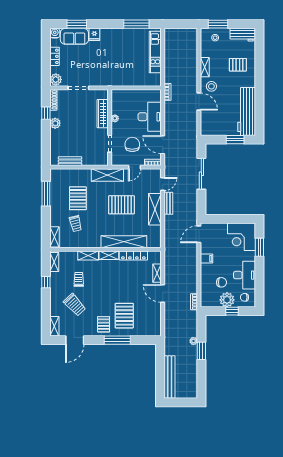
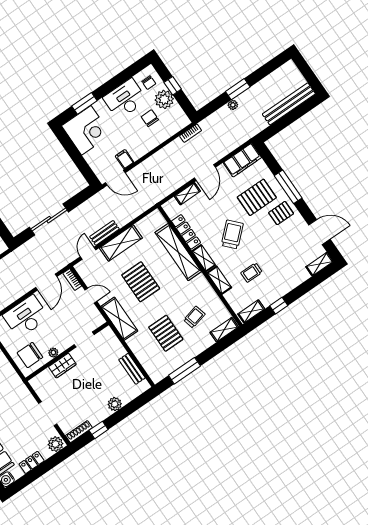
wardrobe: (103, 114) -> (62, 366), width x0.67
plant: (55, 123) -> (115, 404), moved
chair: (132, 144) -> (30, 355), moved
door: (163, 184) -> (88, 253), hinge flipped
pallet: (78, 198) -> (166, 333), turned 90
filing cabinet: (206, 259) -> (125, 159), moved
trolley: (75, 305) -> (232, 234), moved
filing cabinet: (154, 323) -> (242, 160), added

